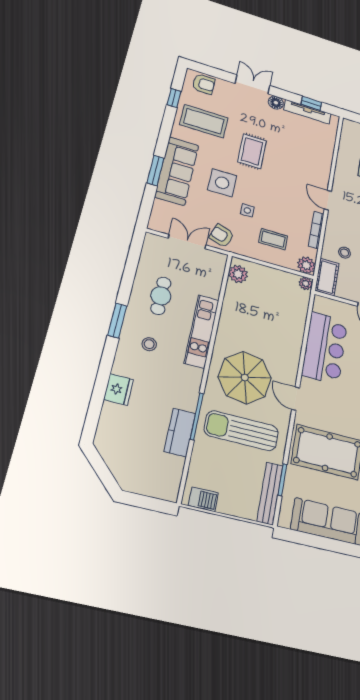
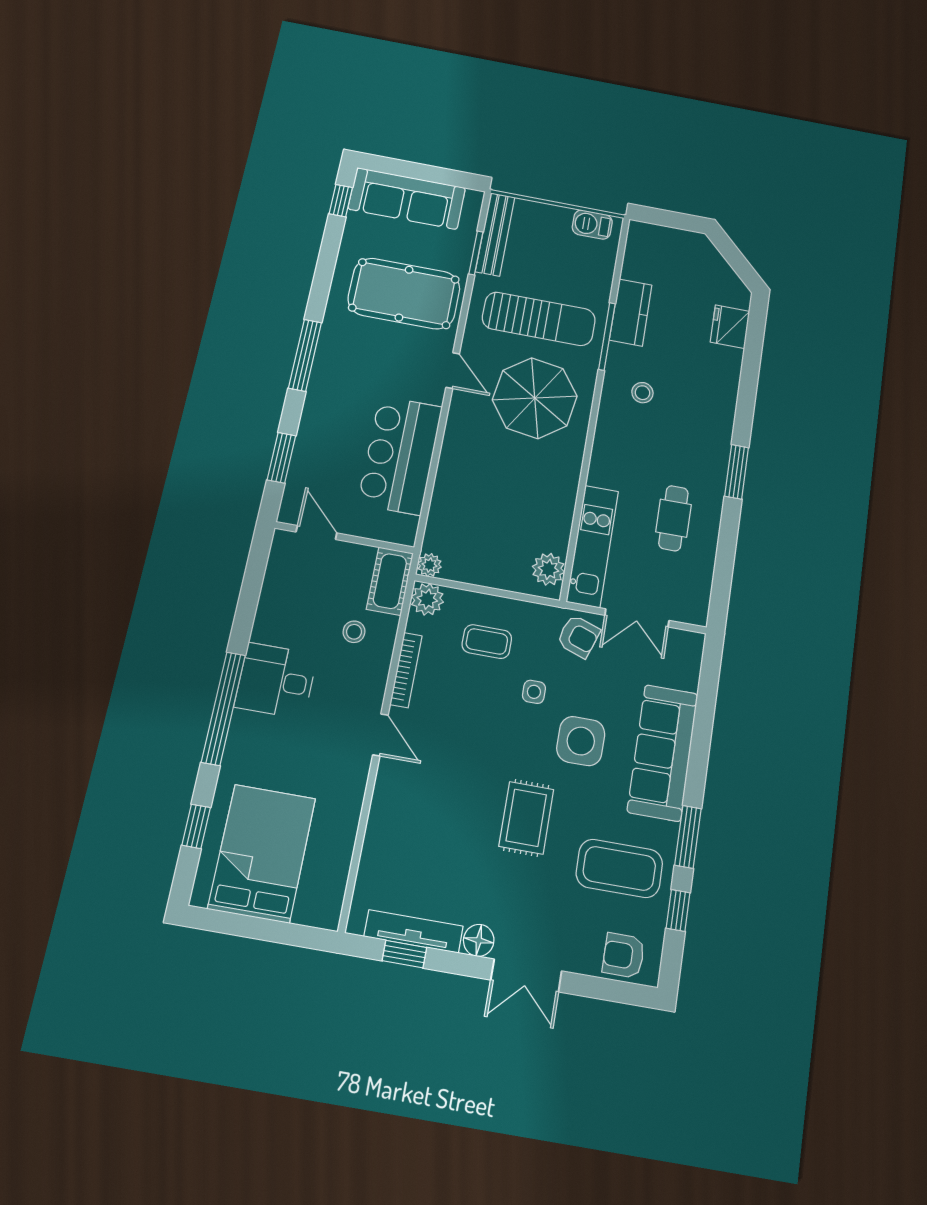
window: (155, 170) -> (688, 837), moved
kitchen unit: (202, 331) -> (592, 546), moved
stool: (149, 344) -> (642, 393), moved
fridge: (118, 389) -> (730, 327), moved

